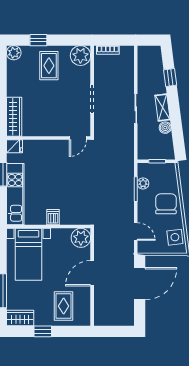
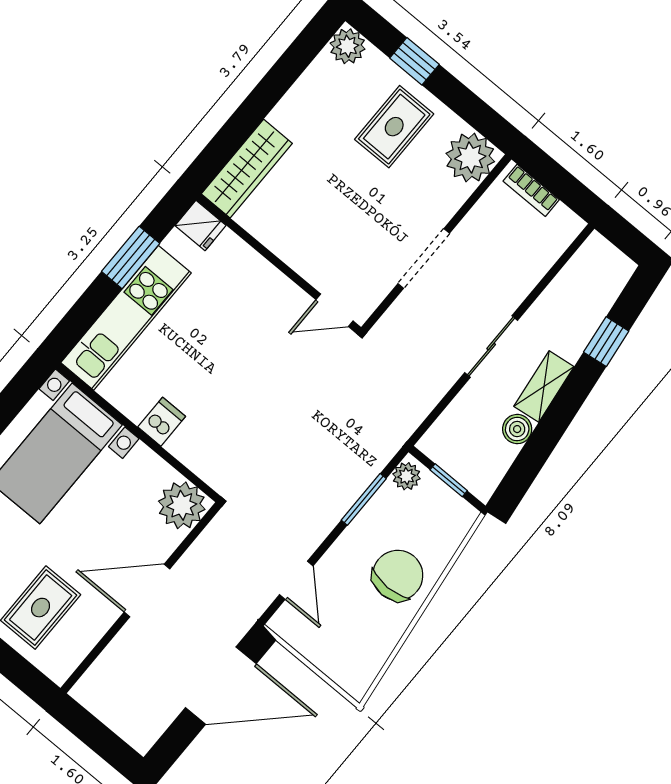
plant: (143, 183) -> (406, 476), moved
side table: (175, 237) -> (362, 653), removed

